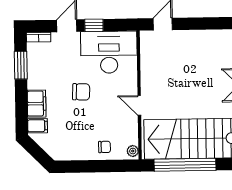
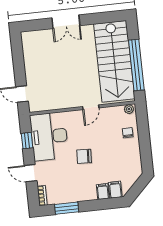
window: (94, 25) -> (27, 141), moved
chair: (81, 92) -> (84, 156), turned -89
filing cabinet: (37, 104) -> (103, 192), width x0.50

